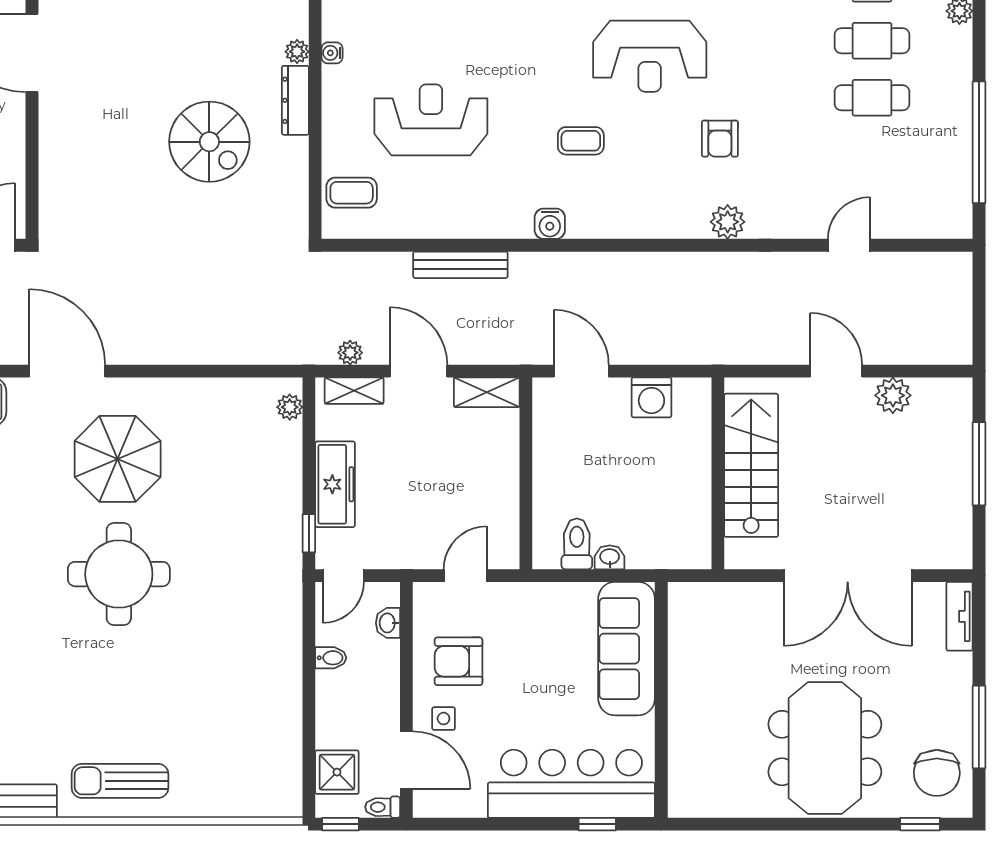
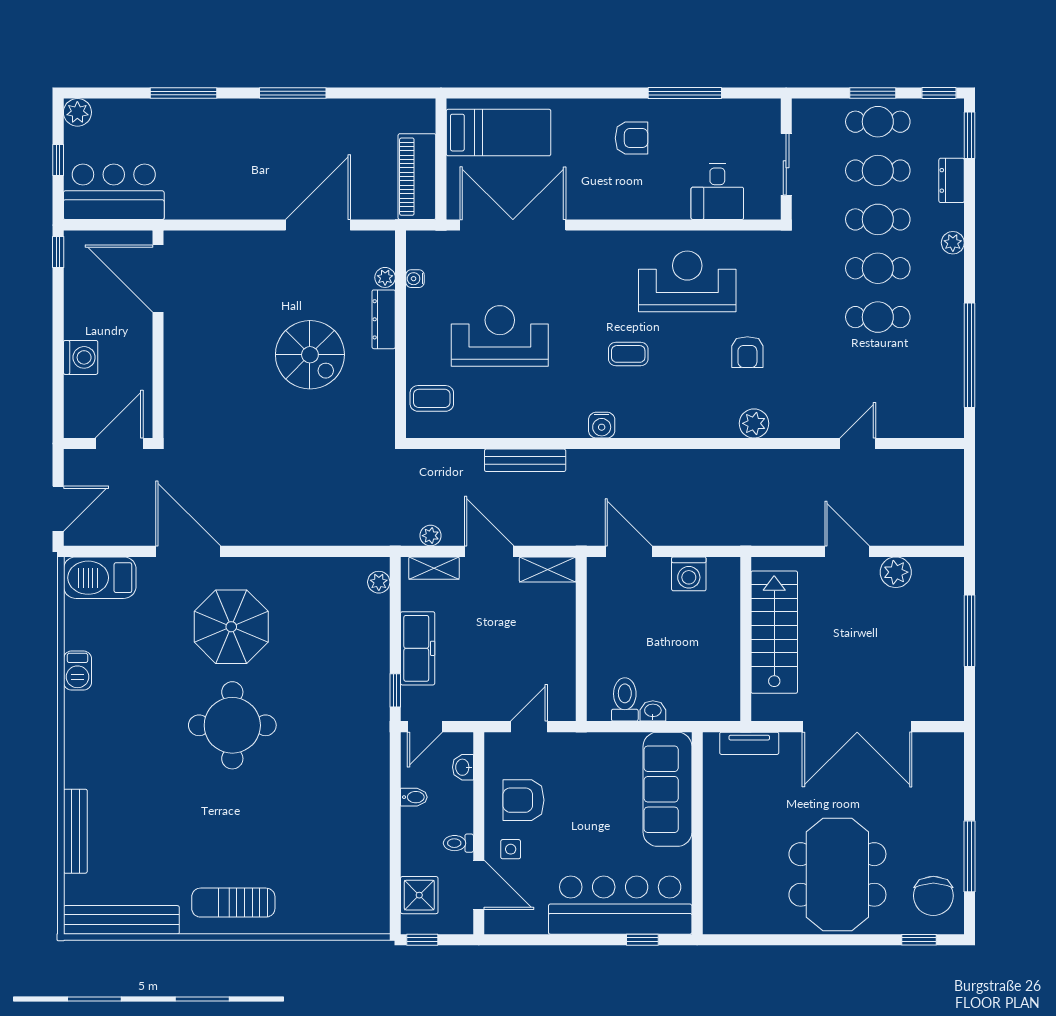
reception desk: (650, 56) -> (687, 281), turned 180
tv unit: (960, 616) -> (749, 743), moved, turned -90
toilet: (383, 807) -> (458, 843), moved

